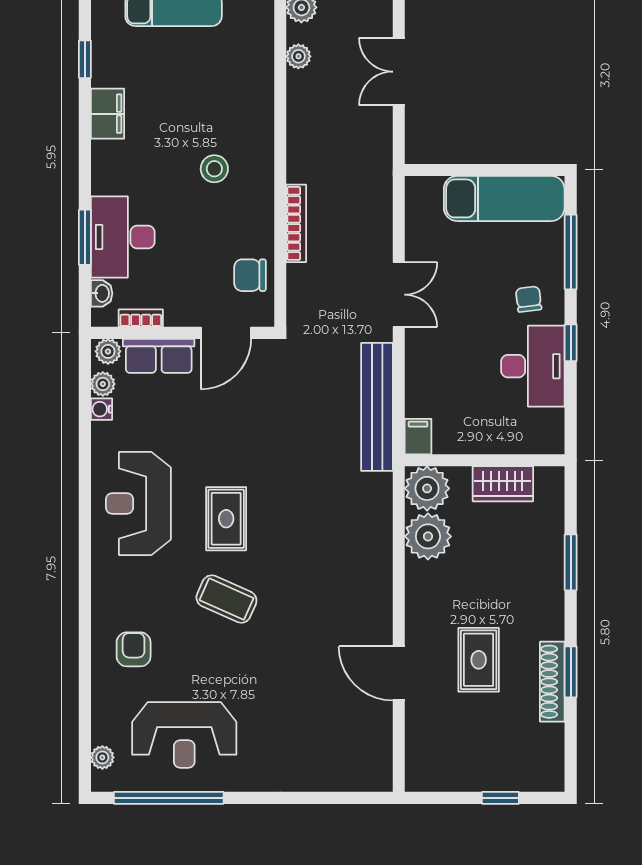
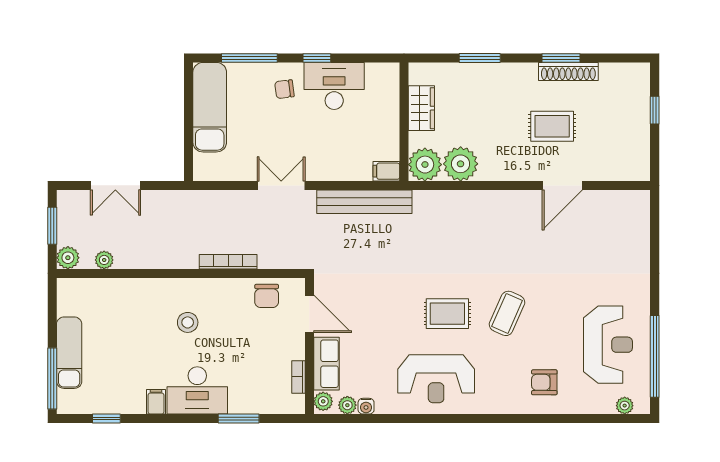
filing cabinet: (107, 114) -> (156, 402), width x0.50
desk: (123, 237) -> (197, 390), moved
washbasin: (102, 293) -> (280, 406), removed

